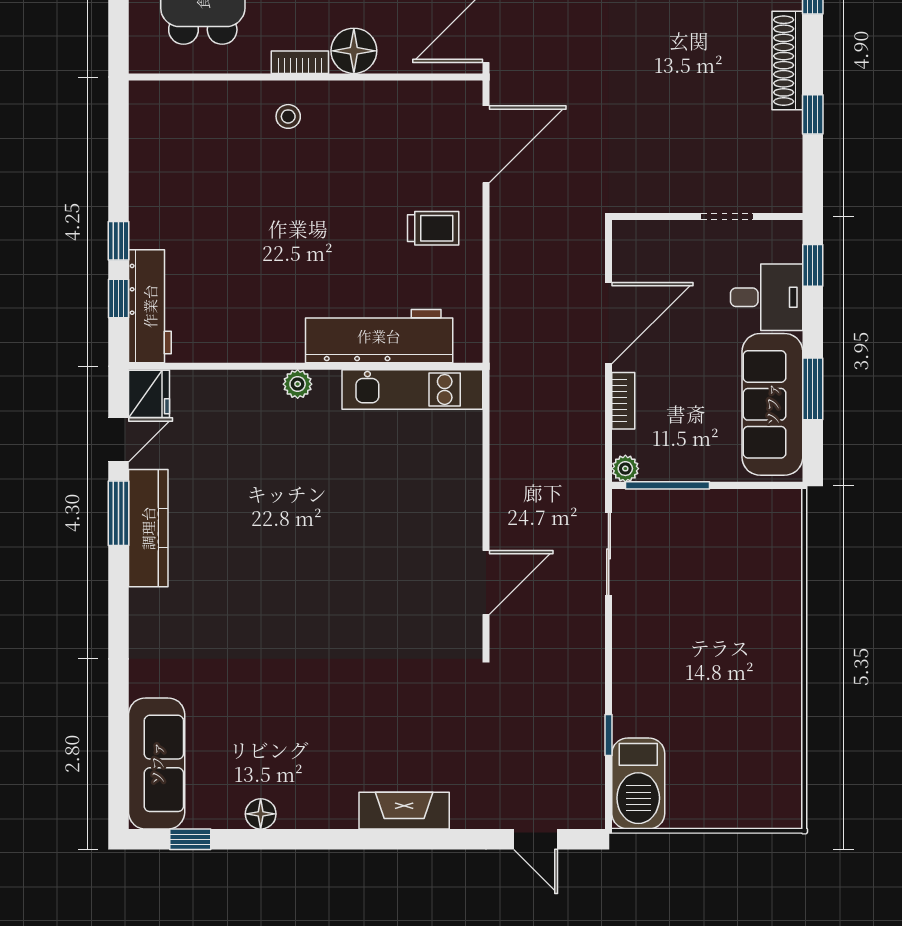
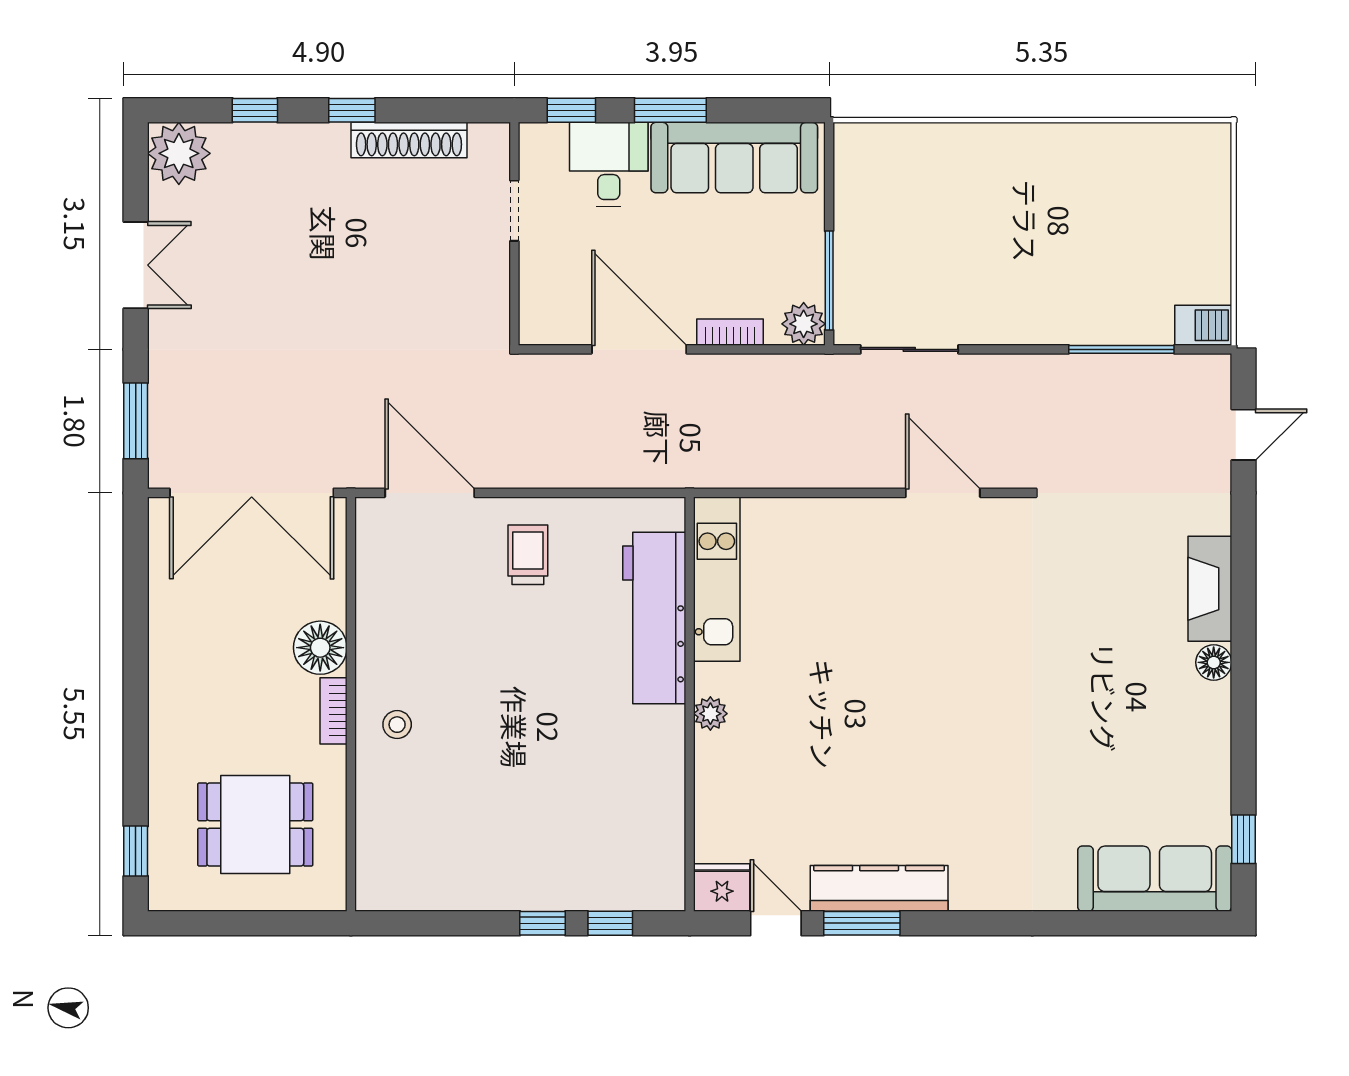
shoe rack: (787, 61) -> (409, 140), moved
window: (813, 114) -> (352, 110), moved
workbench: (150, 306) -> (619, 886), removed
window: (813, 389) -> (670, 110), moved
plant: (625, 469) -> (804, 324), width x1.38, depth x1.38
window: (609, 735) -> (1121, 349), width x2.17
barbecue: (638, 784) -> (1203, 325), width x0.53, depth x0.65
floor lamp: (261, 814) -> (1214, 662), moved

